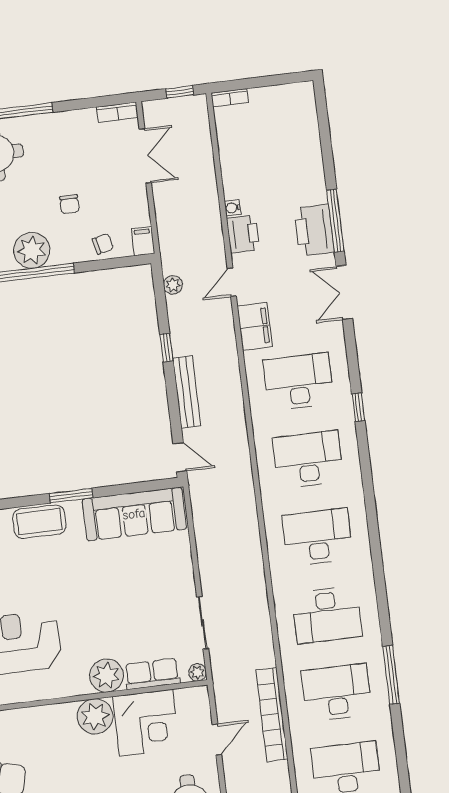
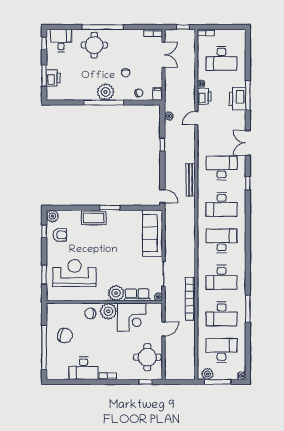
desk: (270, 149) -> (222, 58), added
double door: (344, 292) -> (248, 143), moved
filing cabinet: (255, 326) -> (204, 140), removed
bench: (187, 392) -> (191, 180), moved
desk: (308, 459) -> (222, 204), turned 180
sofa: (134, 514) -> (152, 233), moved, turned 90
desk: (337, 692) -> (222, 314), turned 180
bookcase: (272, 715) -> (190, 299), moved
chair: (57, 726) -> (90, 313), added

